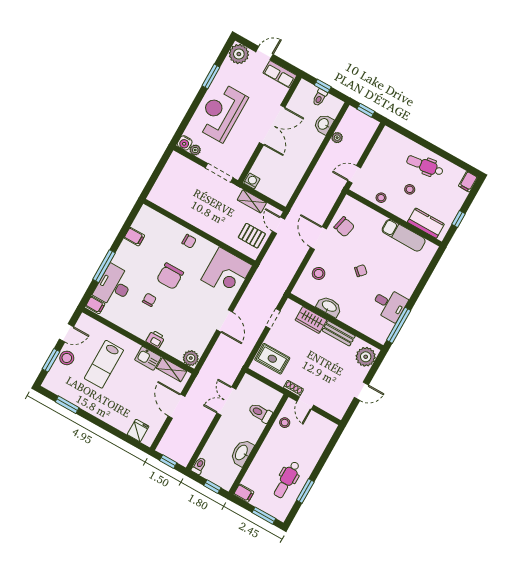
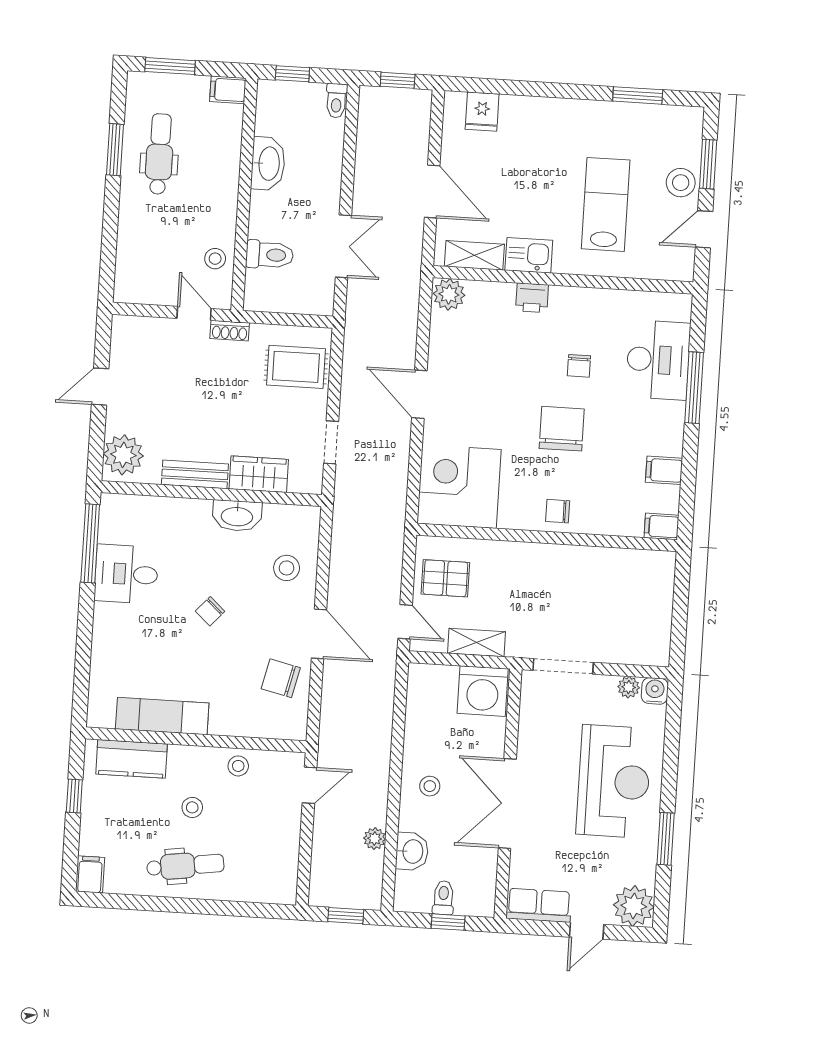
stool: (302, 149) -> (430, 786), added
washing machine: (252, 181) -> (483, 691), width x1.89, depth x1.89
filing cabinet: (95, 305) -> (662, 526), moved

